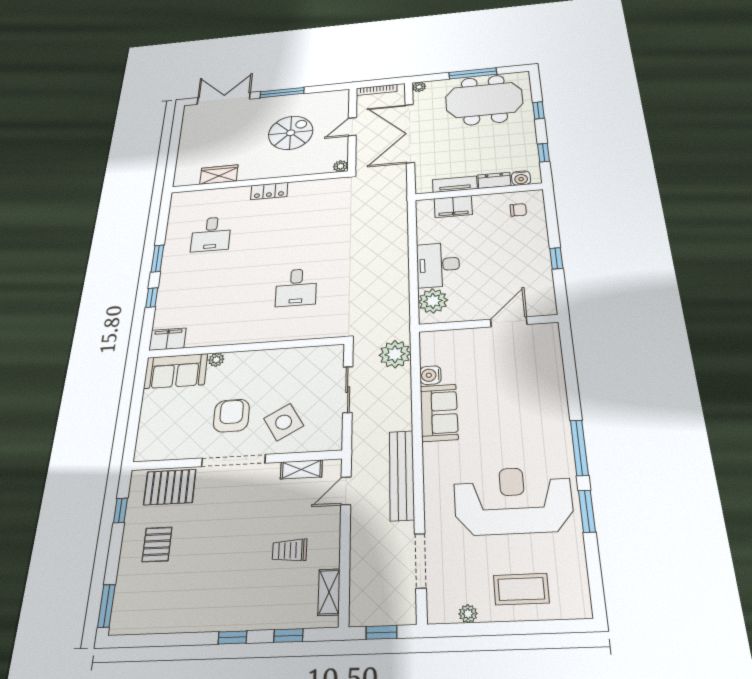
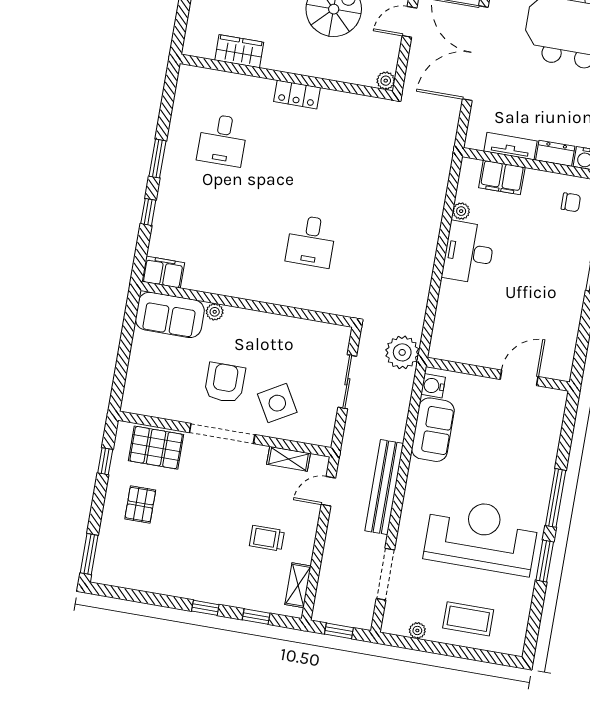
plant: (433, 301) -> (461, 211), moved, width x0.53, depth x0.53
door: (509, 322) -> (519, 378), moved
wall: (488, 323) -> (498, 374), moved

